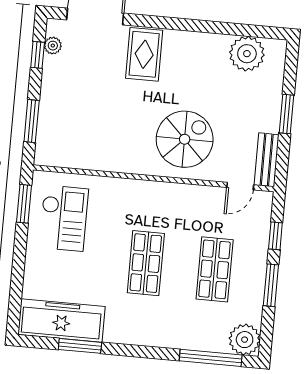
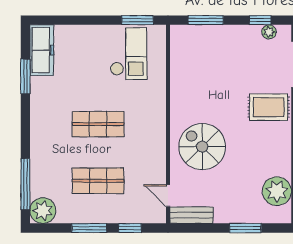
window: (287, 114) -> (245, 228), moved
spiral stairs: (185, 139) -> (202, 147), turned 180
checkout: (64, 218) -> (129, 54), turned -90
freezer: (61, 320) -> (42, 50), width x0.73, depth x0.79

